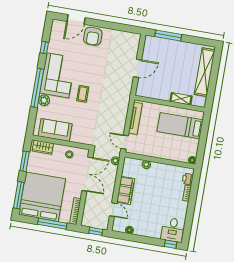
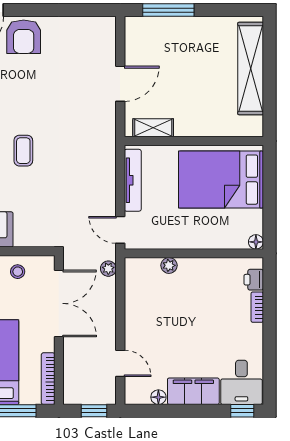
shelving: (181, 99) -> (153, 128), moved
bed: (180, 126) -> (221, 180), width x1.50
filing cabinet: (125, 190) -> (193, 391), moved, turned -90

